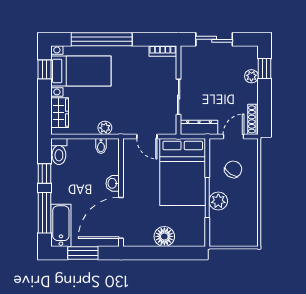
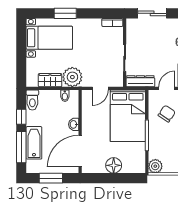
window: (102, 39) -> (65, 13), width x0.47
window: (45, 69) -> (21, 37), removed
wardrobe: (60, 113) -> (50, 80), moved, turned -90
plant: (105, 128) -> (72, 77), width x1.88, depth x1.88
door: (147, 137) -> (100, 88), hinge flipped
plant: (218, 201) -> (155, 166), moved
bathtub: (61, 225) -> (34, 143), moved

